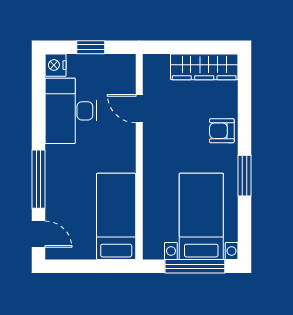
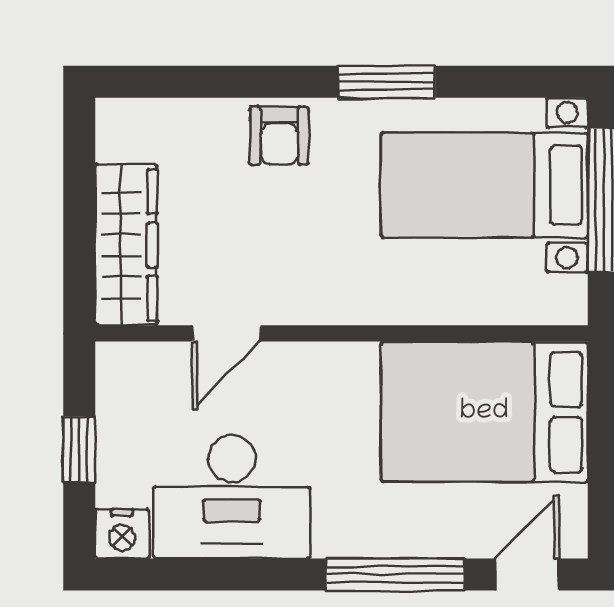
wardrobe: (204, 67) -> (126, 245), moved
bed: (116, 216) -> (484, 412), width x1.50

